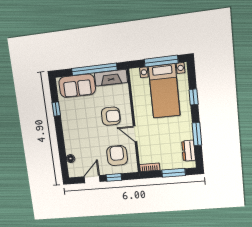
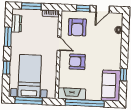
sofa: (77, 86) -> (111, 86), moved, turned -90

